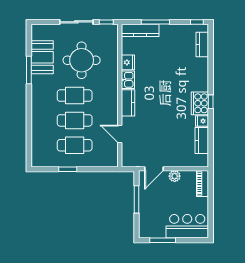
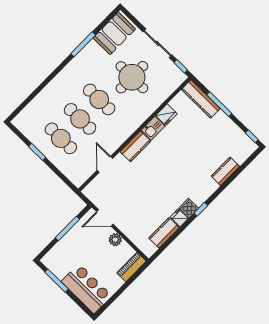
kitchen counter: (202, 45) -> (225, 171), moved
booth: (42, 57) -> (114, 33), moved
cooker: (200, 103) -> (189, 208), width x0.53, depth x0.76

